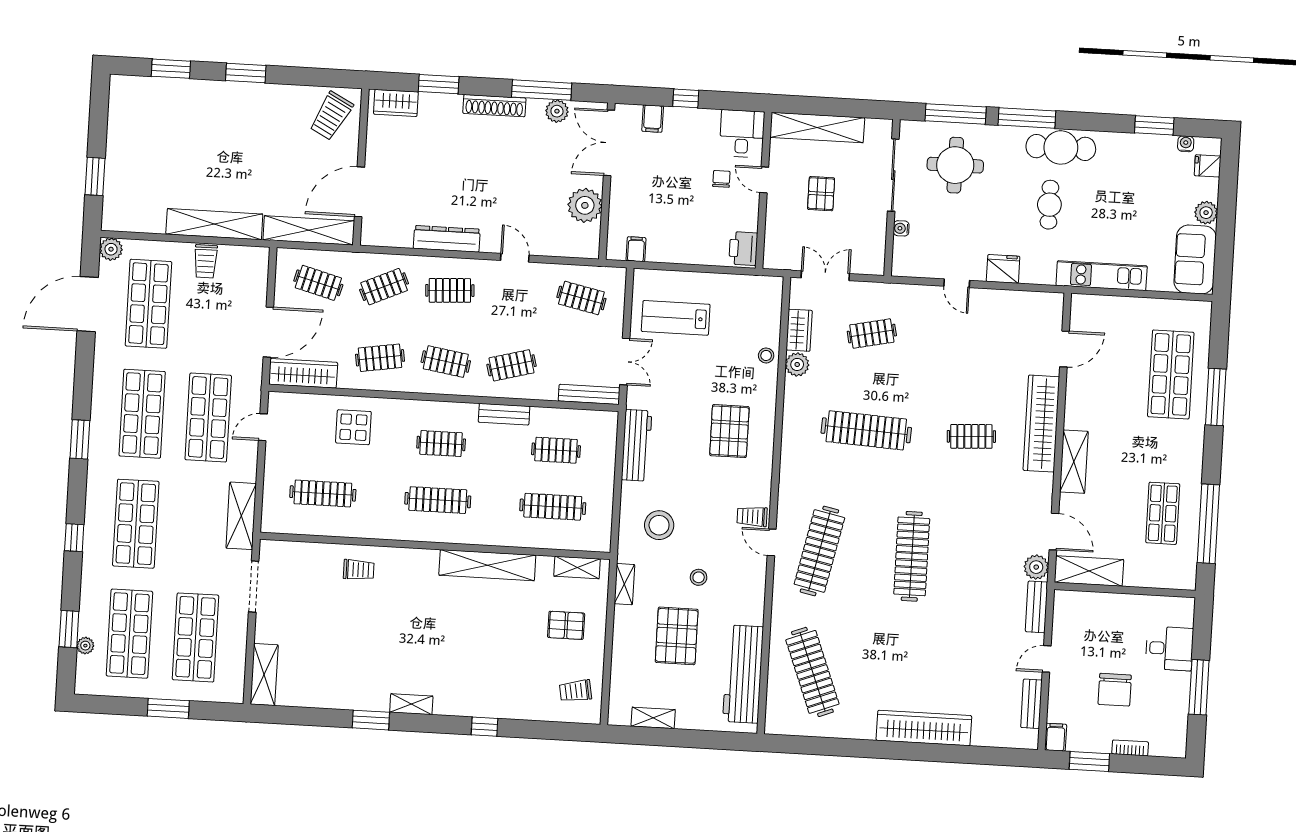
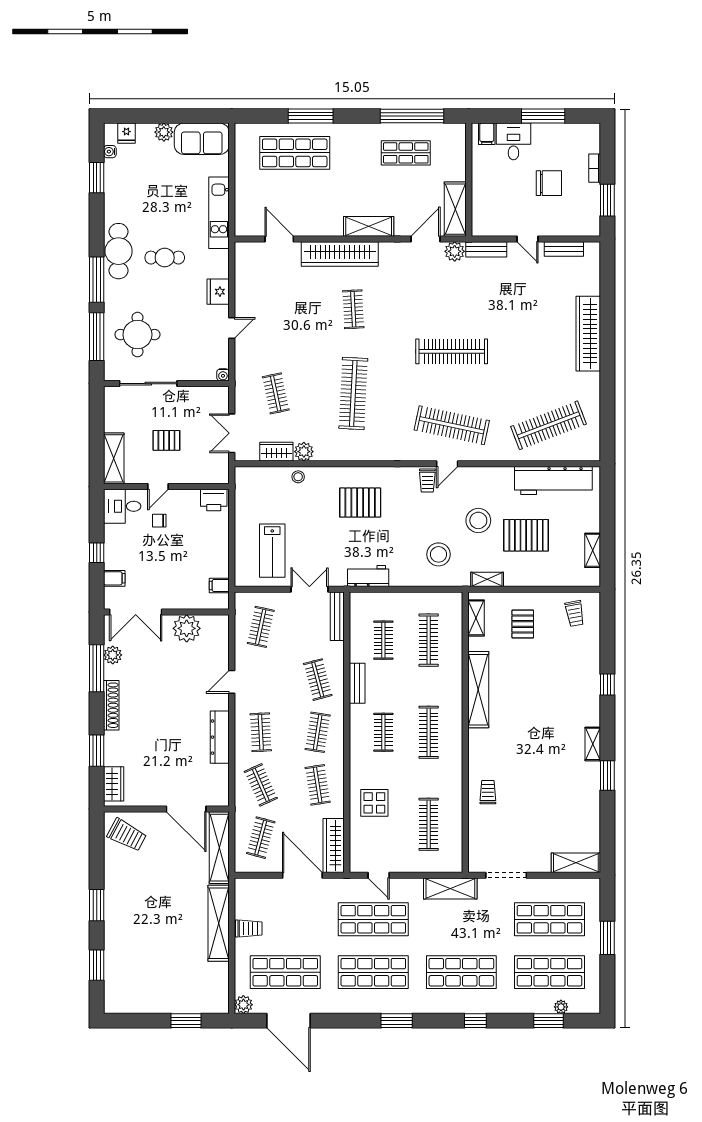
shelving: (817, 127) -> (114, 458), width x0.68
water cooler: (901, 228) -> (223, 375), moved
workbench: (637, 445) -> (368, 576), width x0.73
stool: (699, 577) -> (478, 520), width x1.89, depth x1.89
filing cabinet: (1056, 737) -> (487, 134), moved, turned -90

